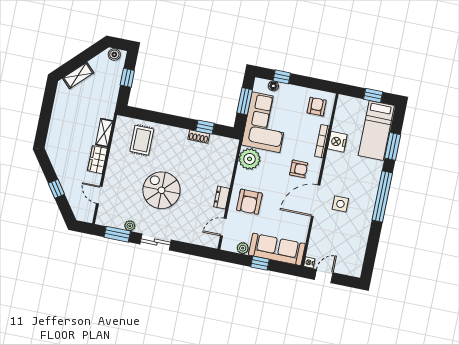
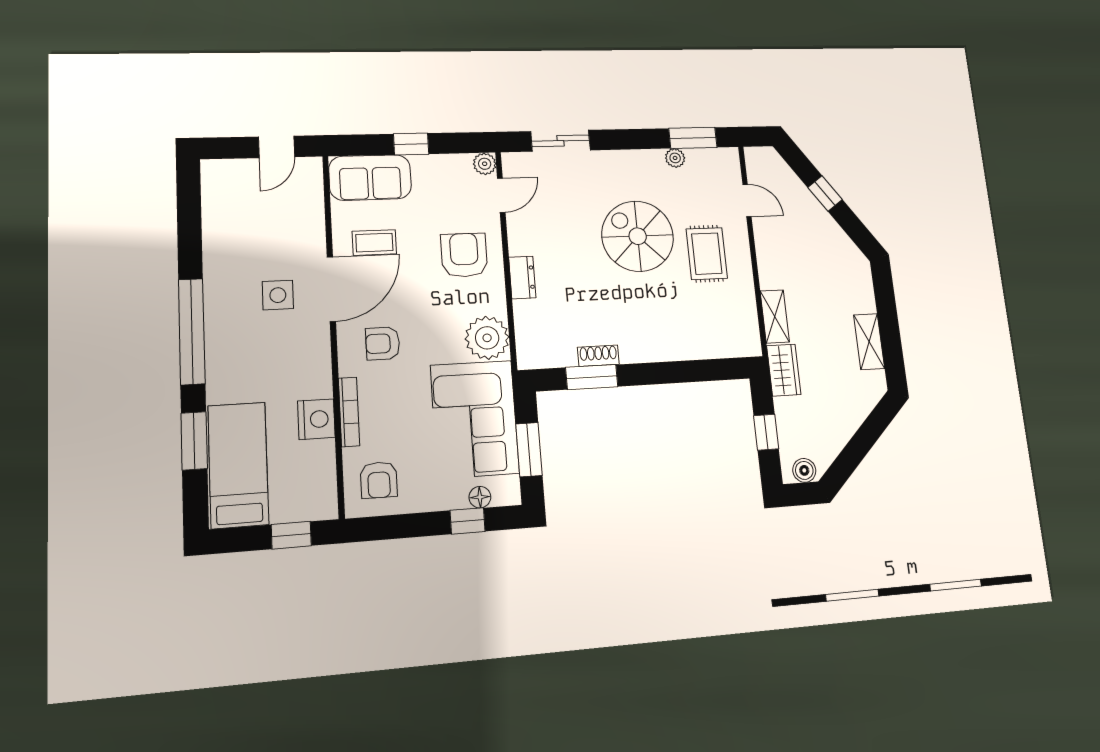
shelving: (78, 75) -> (869, 342), moved, turned -45
window: (373, 95) -> (291, 535), moved
window: (205, 127) -> (592, 377), width x1.50
rug: (142, 140) -> (707, 254), moved
wardrobe: (97, 160) -> (784, 370), moved
spiral stairs: (161, 190) -> (638, 236), turned 180
dresser: (222, 198) -> (522, 277), moved
coffee table: (290, 218) -> (374, 243), added
sliding door: (156, 242) -> (561, 141), moved
plant: (243, 248) -> (485, 164), moved
sofa: (277, 249) -> (370, 178), width x0.73
nightstand: (309, 262) -> (313, 167), removed

